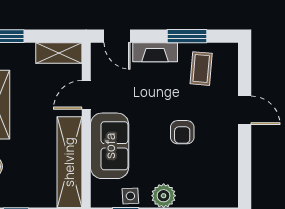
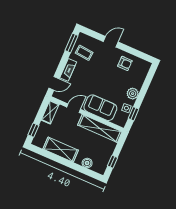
window: (187, 36) -> (72, 43), moved
door: (86, 95) -> (74, 108), swing flipped
armchair: (182, 132) -> (125, 63), moved

